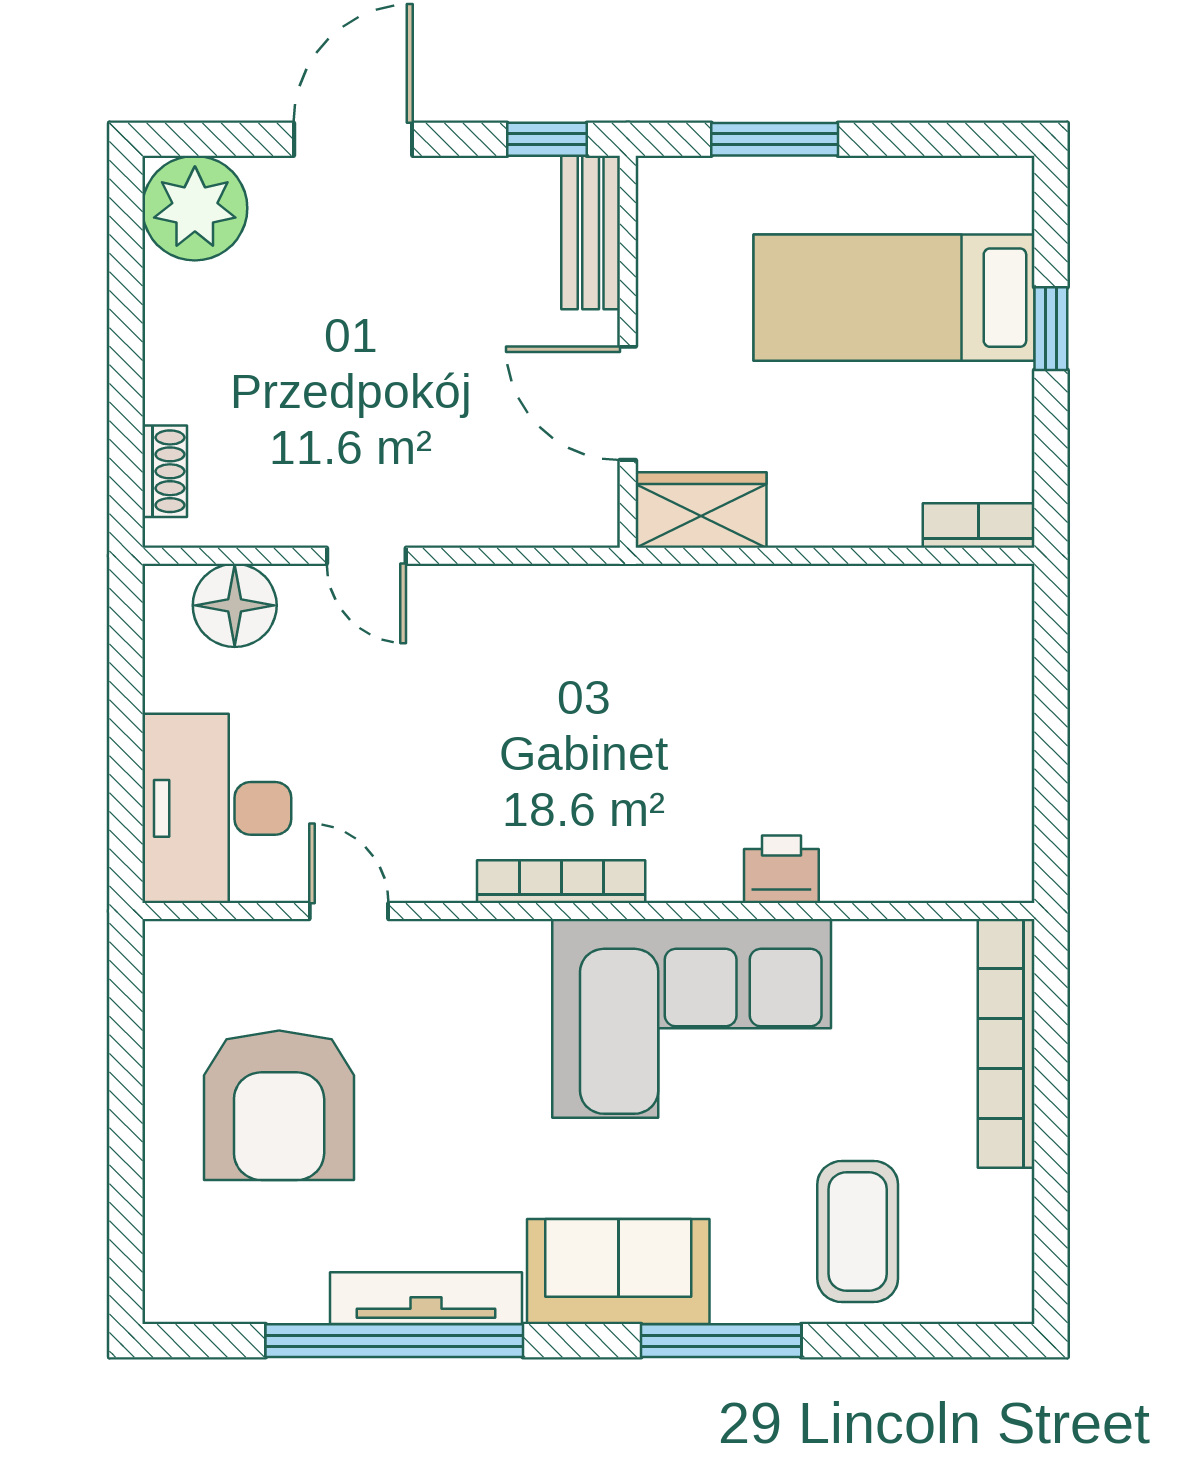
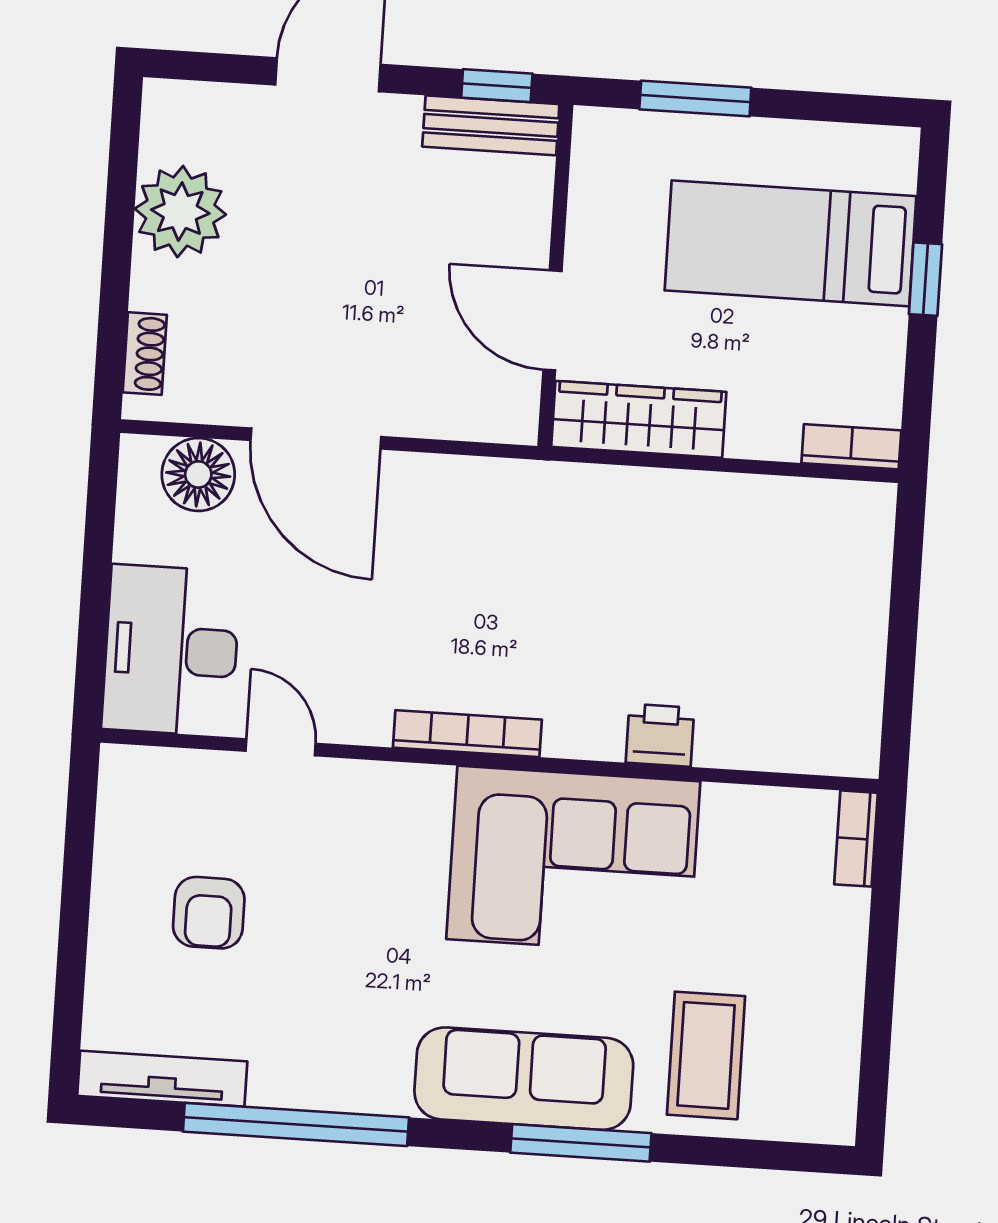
plant: (195, 208) -> (180, 212), moved
bench: (591, 233) -> (491, 125), moved, turned 90
wardrobe: (701, 510) -> (639, 419), width x1.50
door: (366, 556) -> (316, 439), width x1.87
bookcase: (1006, 1043) -> (856, 839), width x0.43, depth x0.76
armchair: (279, 1105) -> (209, 913), width x0.53, depth x0.53
sofa: (618, 1271) -> (524, 1079), width x1.36
tv unit: (426, 1298) -> (162, 1079), moved

